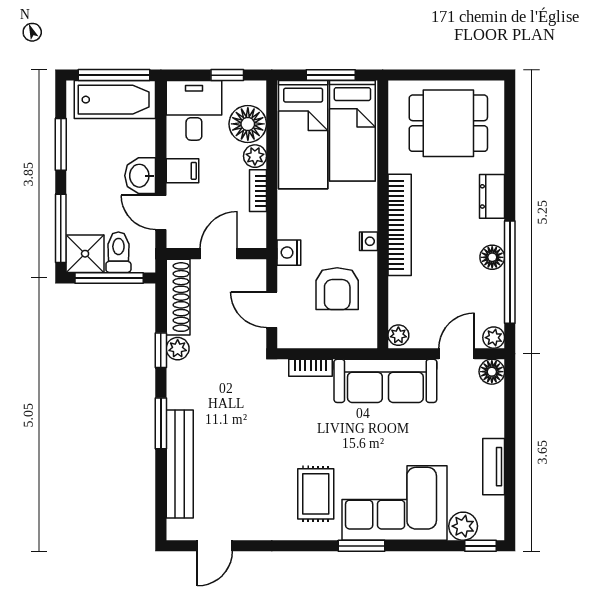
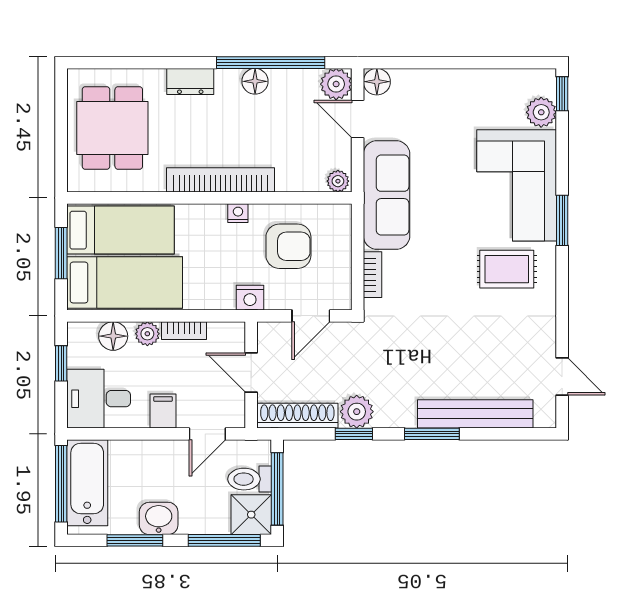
floor lamp: (248, 124) -> (113, 336), width x0.73, depth x0.73
washbasin: (140, 176) -> (159, 518), moved, turned 180
plant: (494, 338) -> (336, 84), width x1.38, depth x1.38
plant: (178, 349) -> (357, 412), width x1.38, depth x1.38
tv unit: (494, 467) -> (478, 80), removed

